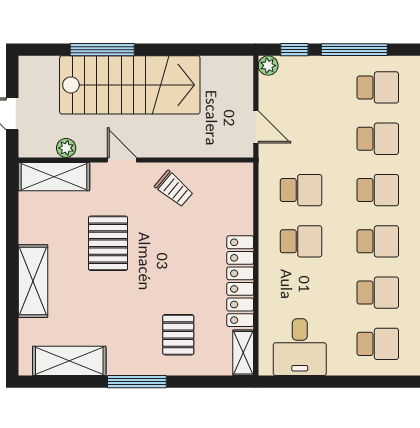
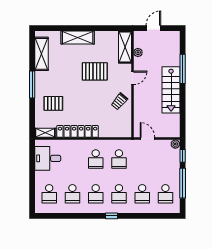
stairs: (130, 85) -> (171, 90), width x0.73, depth x0.66
door: (256, 127) -> (147, 139), swing flipped

